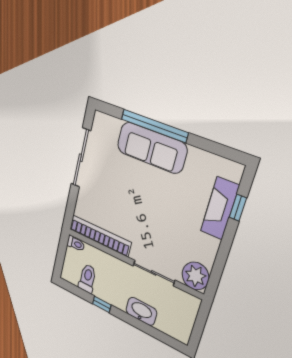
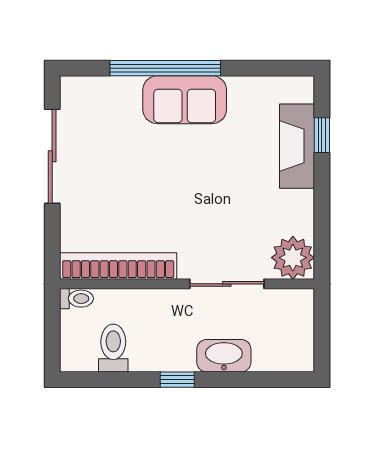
sofa: (152, 148) -> (185, 100), width x0.73
window: (102, 304) -> (177, 380), moved

